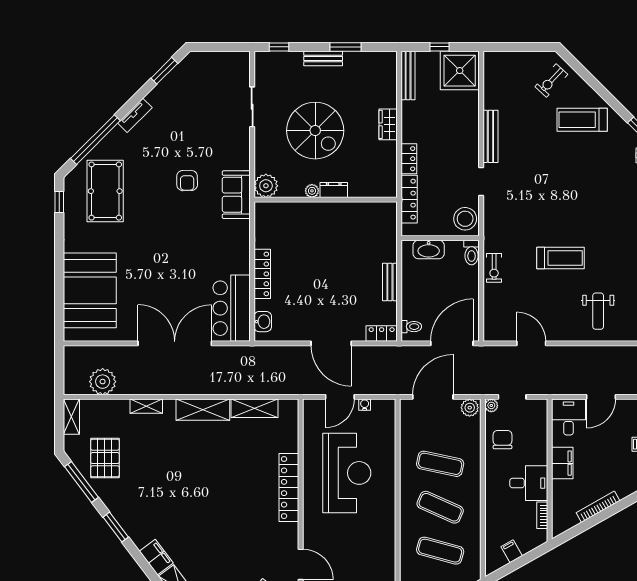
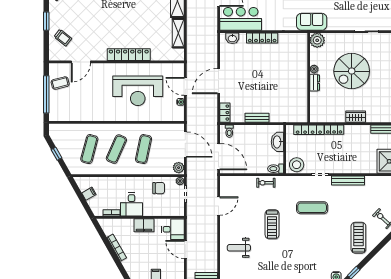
exercise mat: (534, 194) -> (312, 208), added

